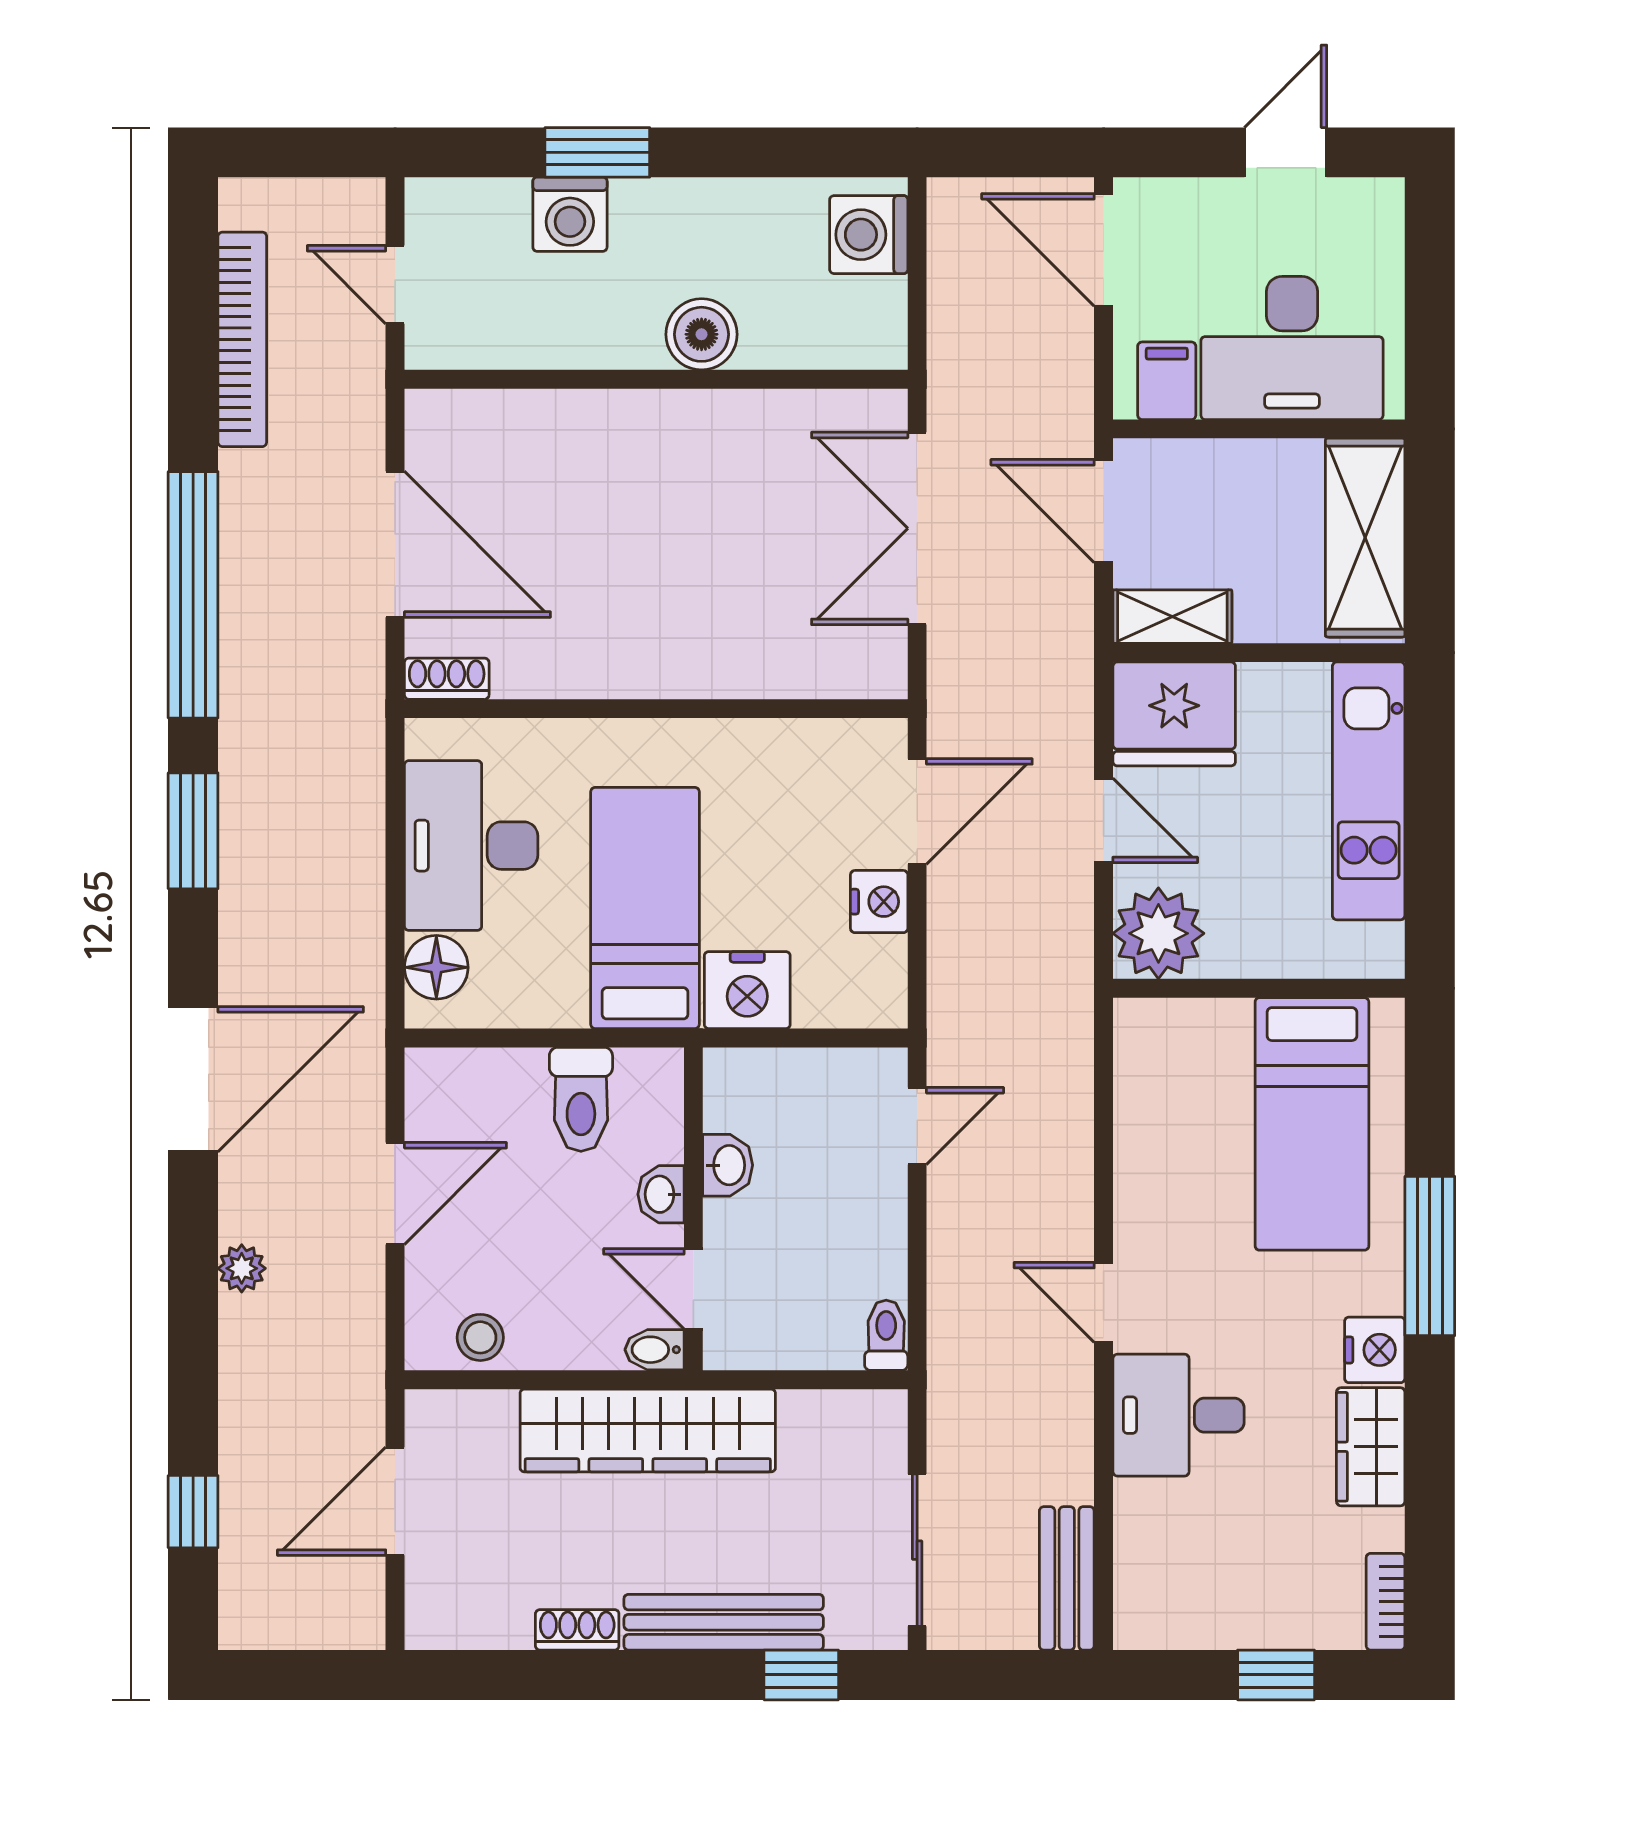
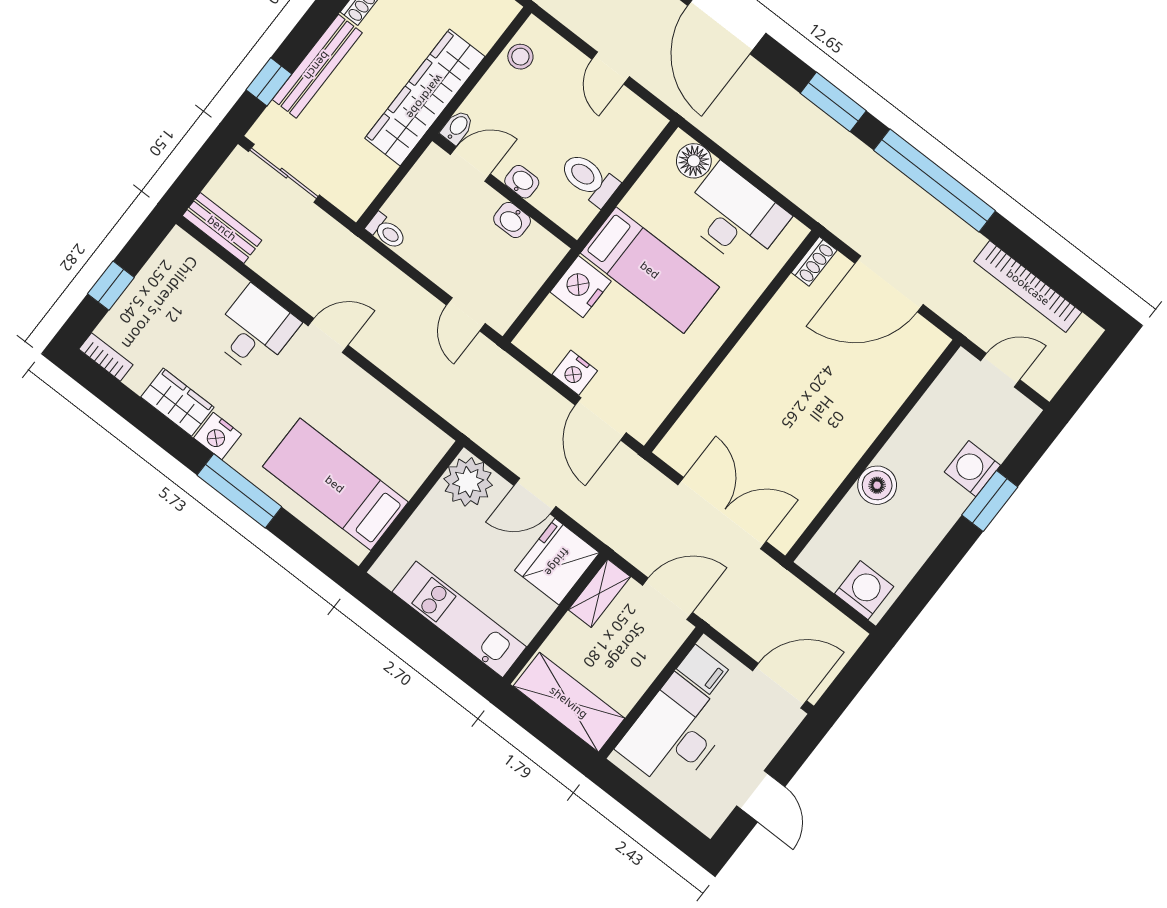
door: (395, 1194) -> (611, 68), width x0.73

